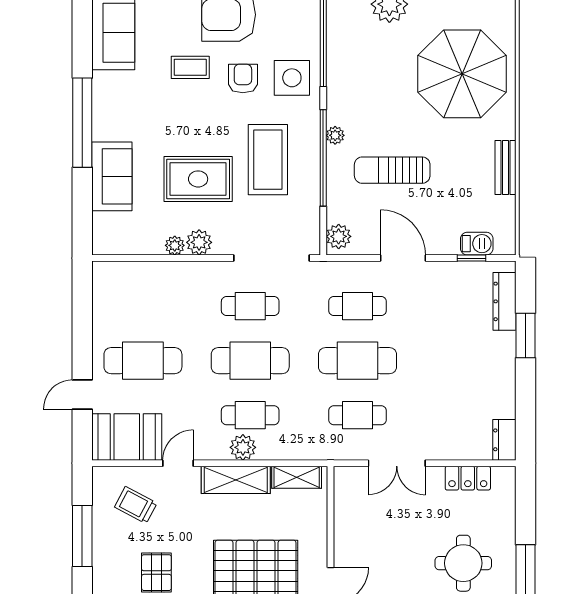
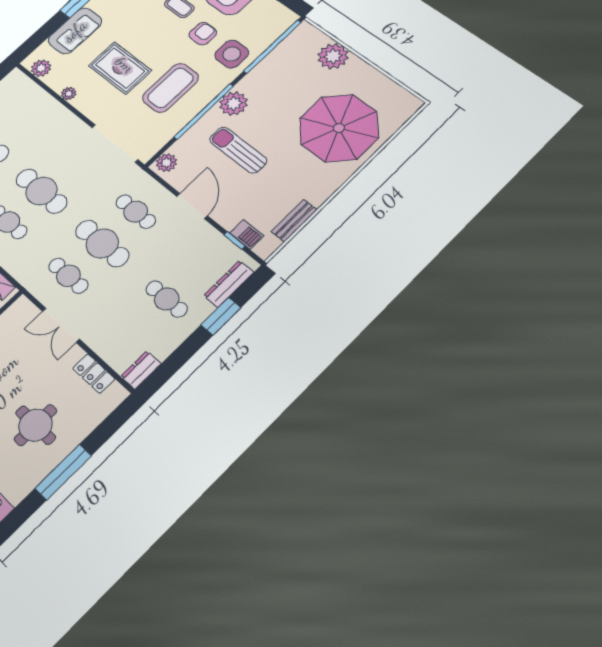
plant: (335, 135) -> (234, 104), width x1.88, depth x1.88
bench: (505, 167) -> (294, 221), moved
plant: (199, 242) -> (41, 68), moved
cafe table: (250, 306) -> (167, 299), moved

